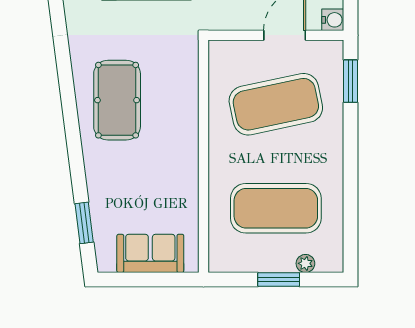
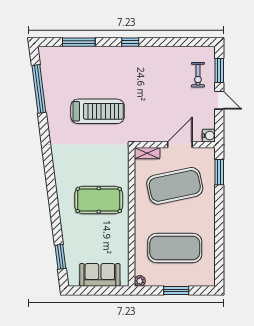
shelving: (229, 49) -> (147, 153), added
pool table: (117, 100) -> (99, 200), moved, turned 90
plant: (305, 263) -> (140, 281), moved

